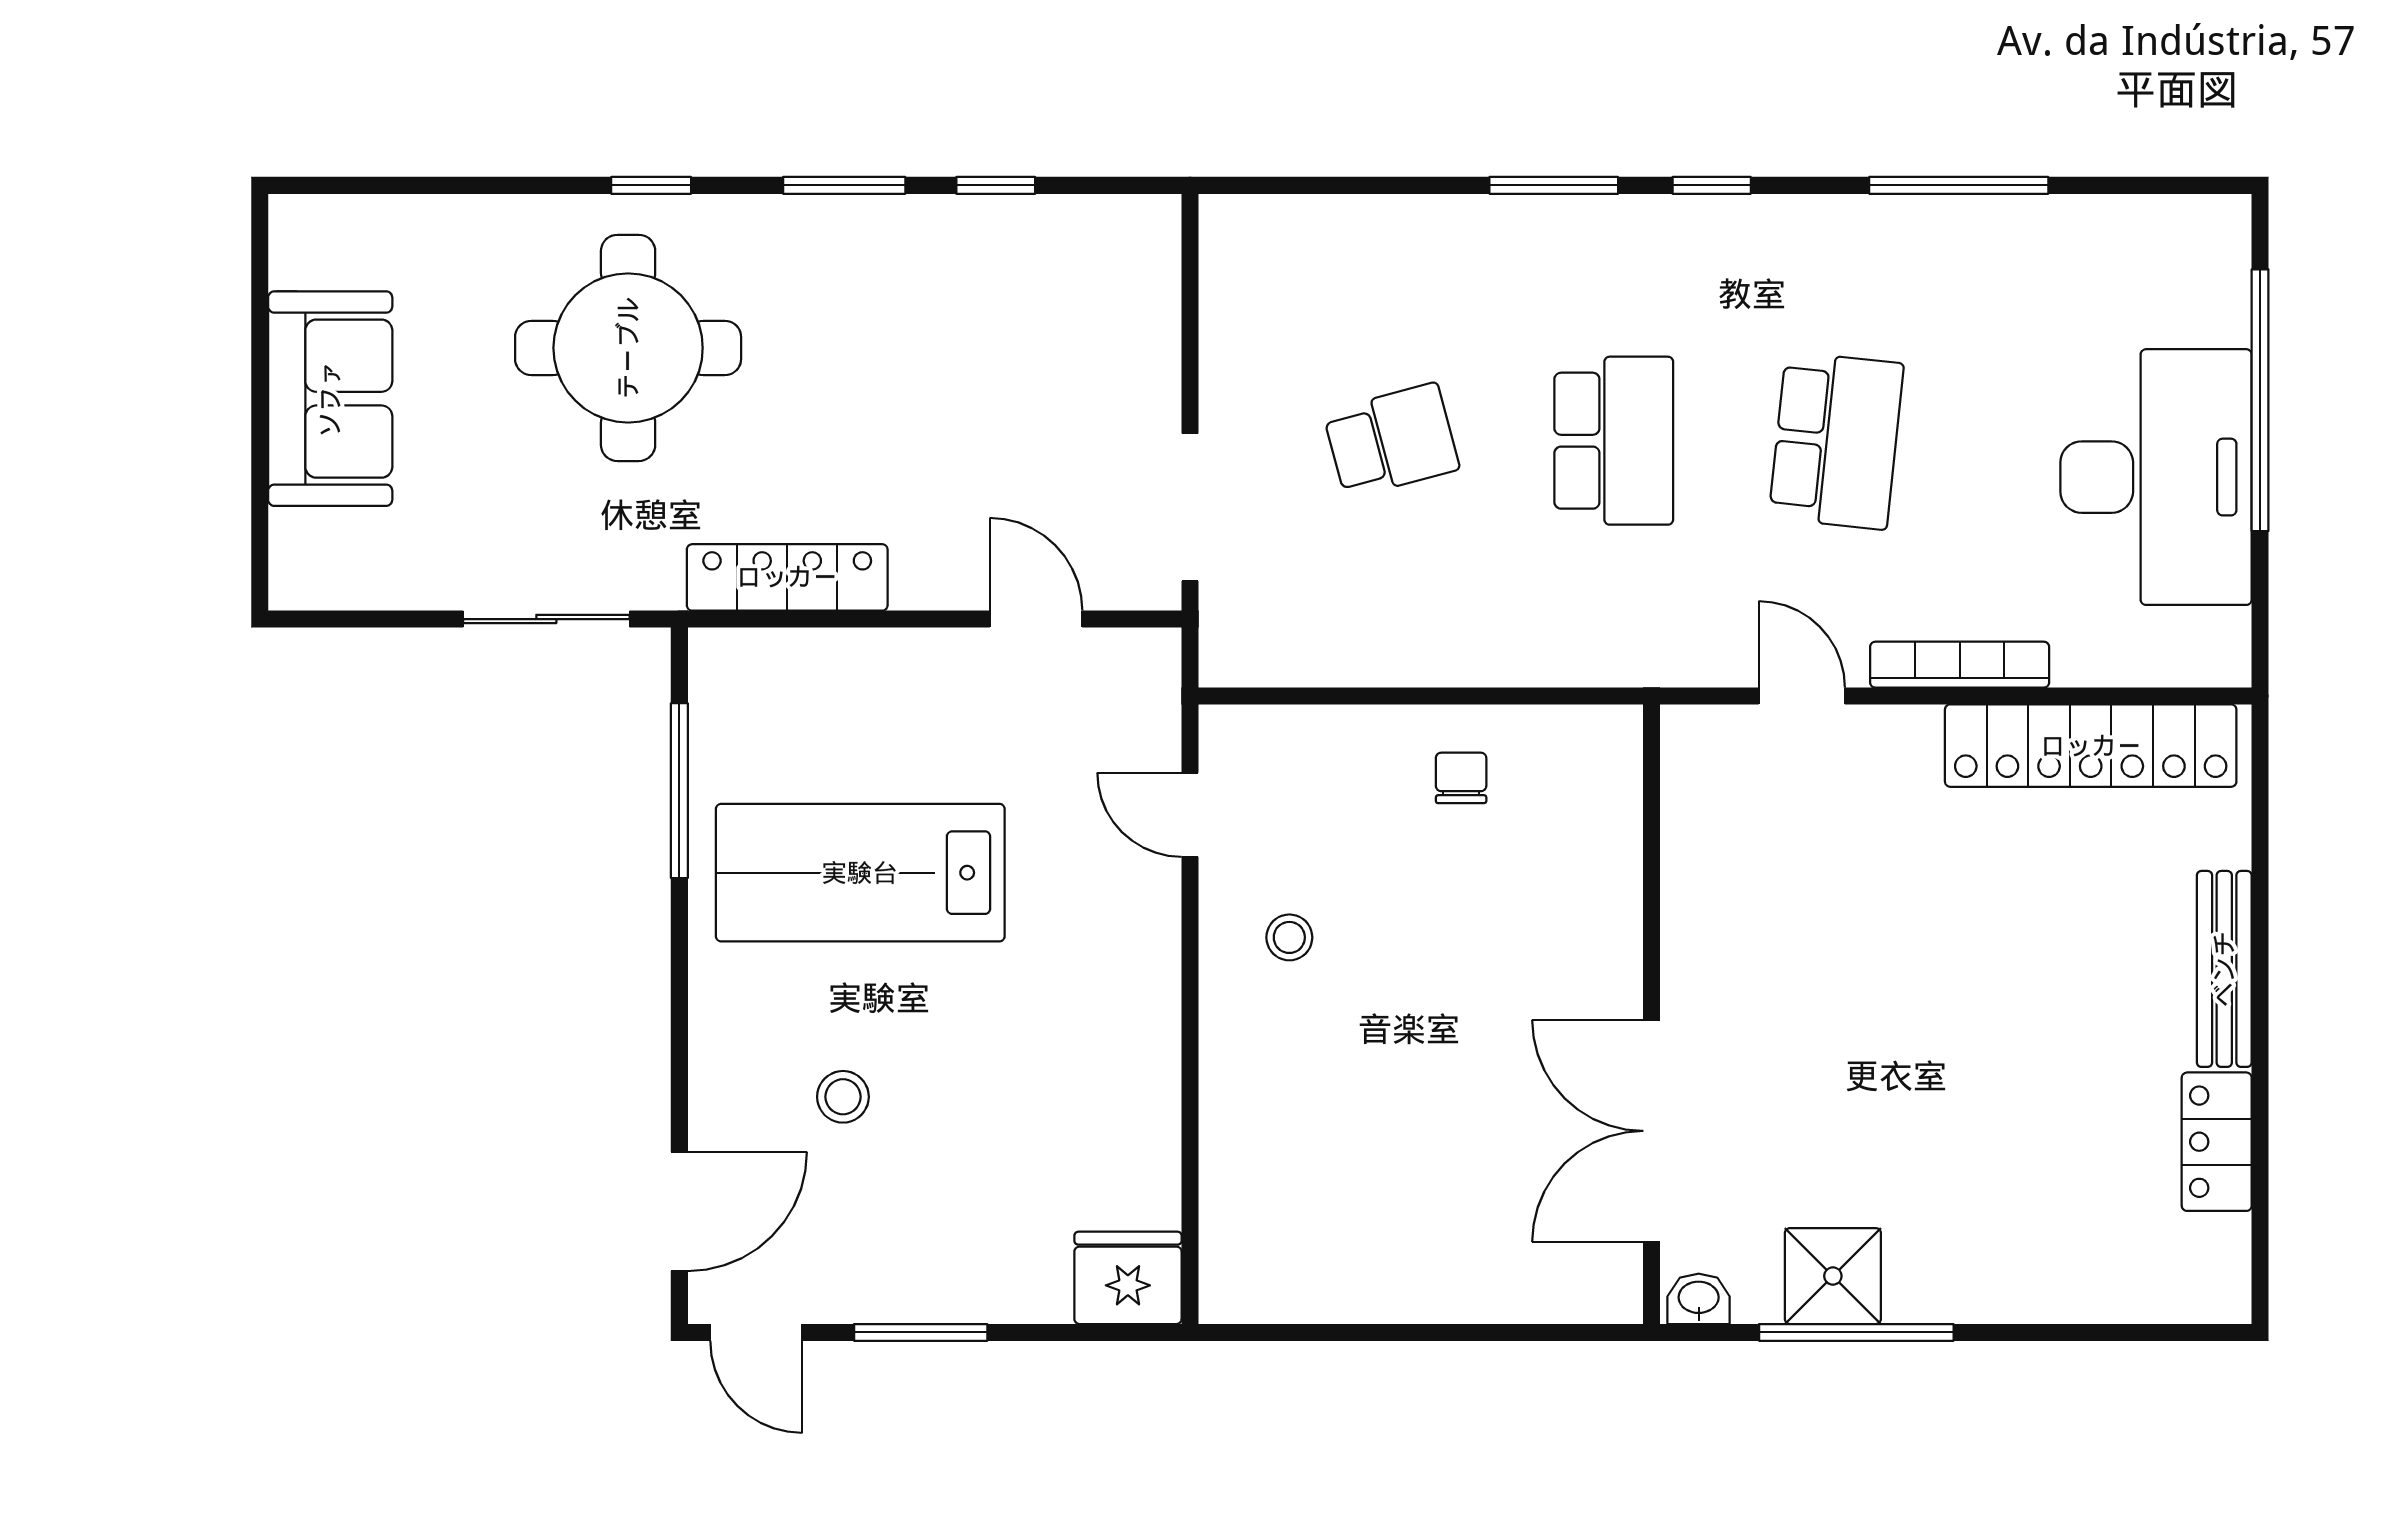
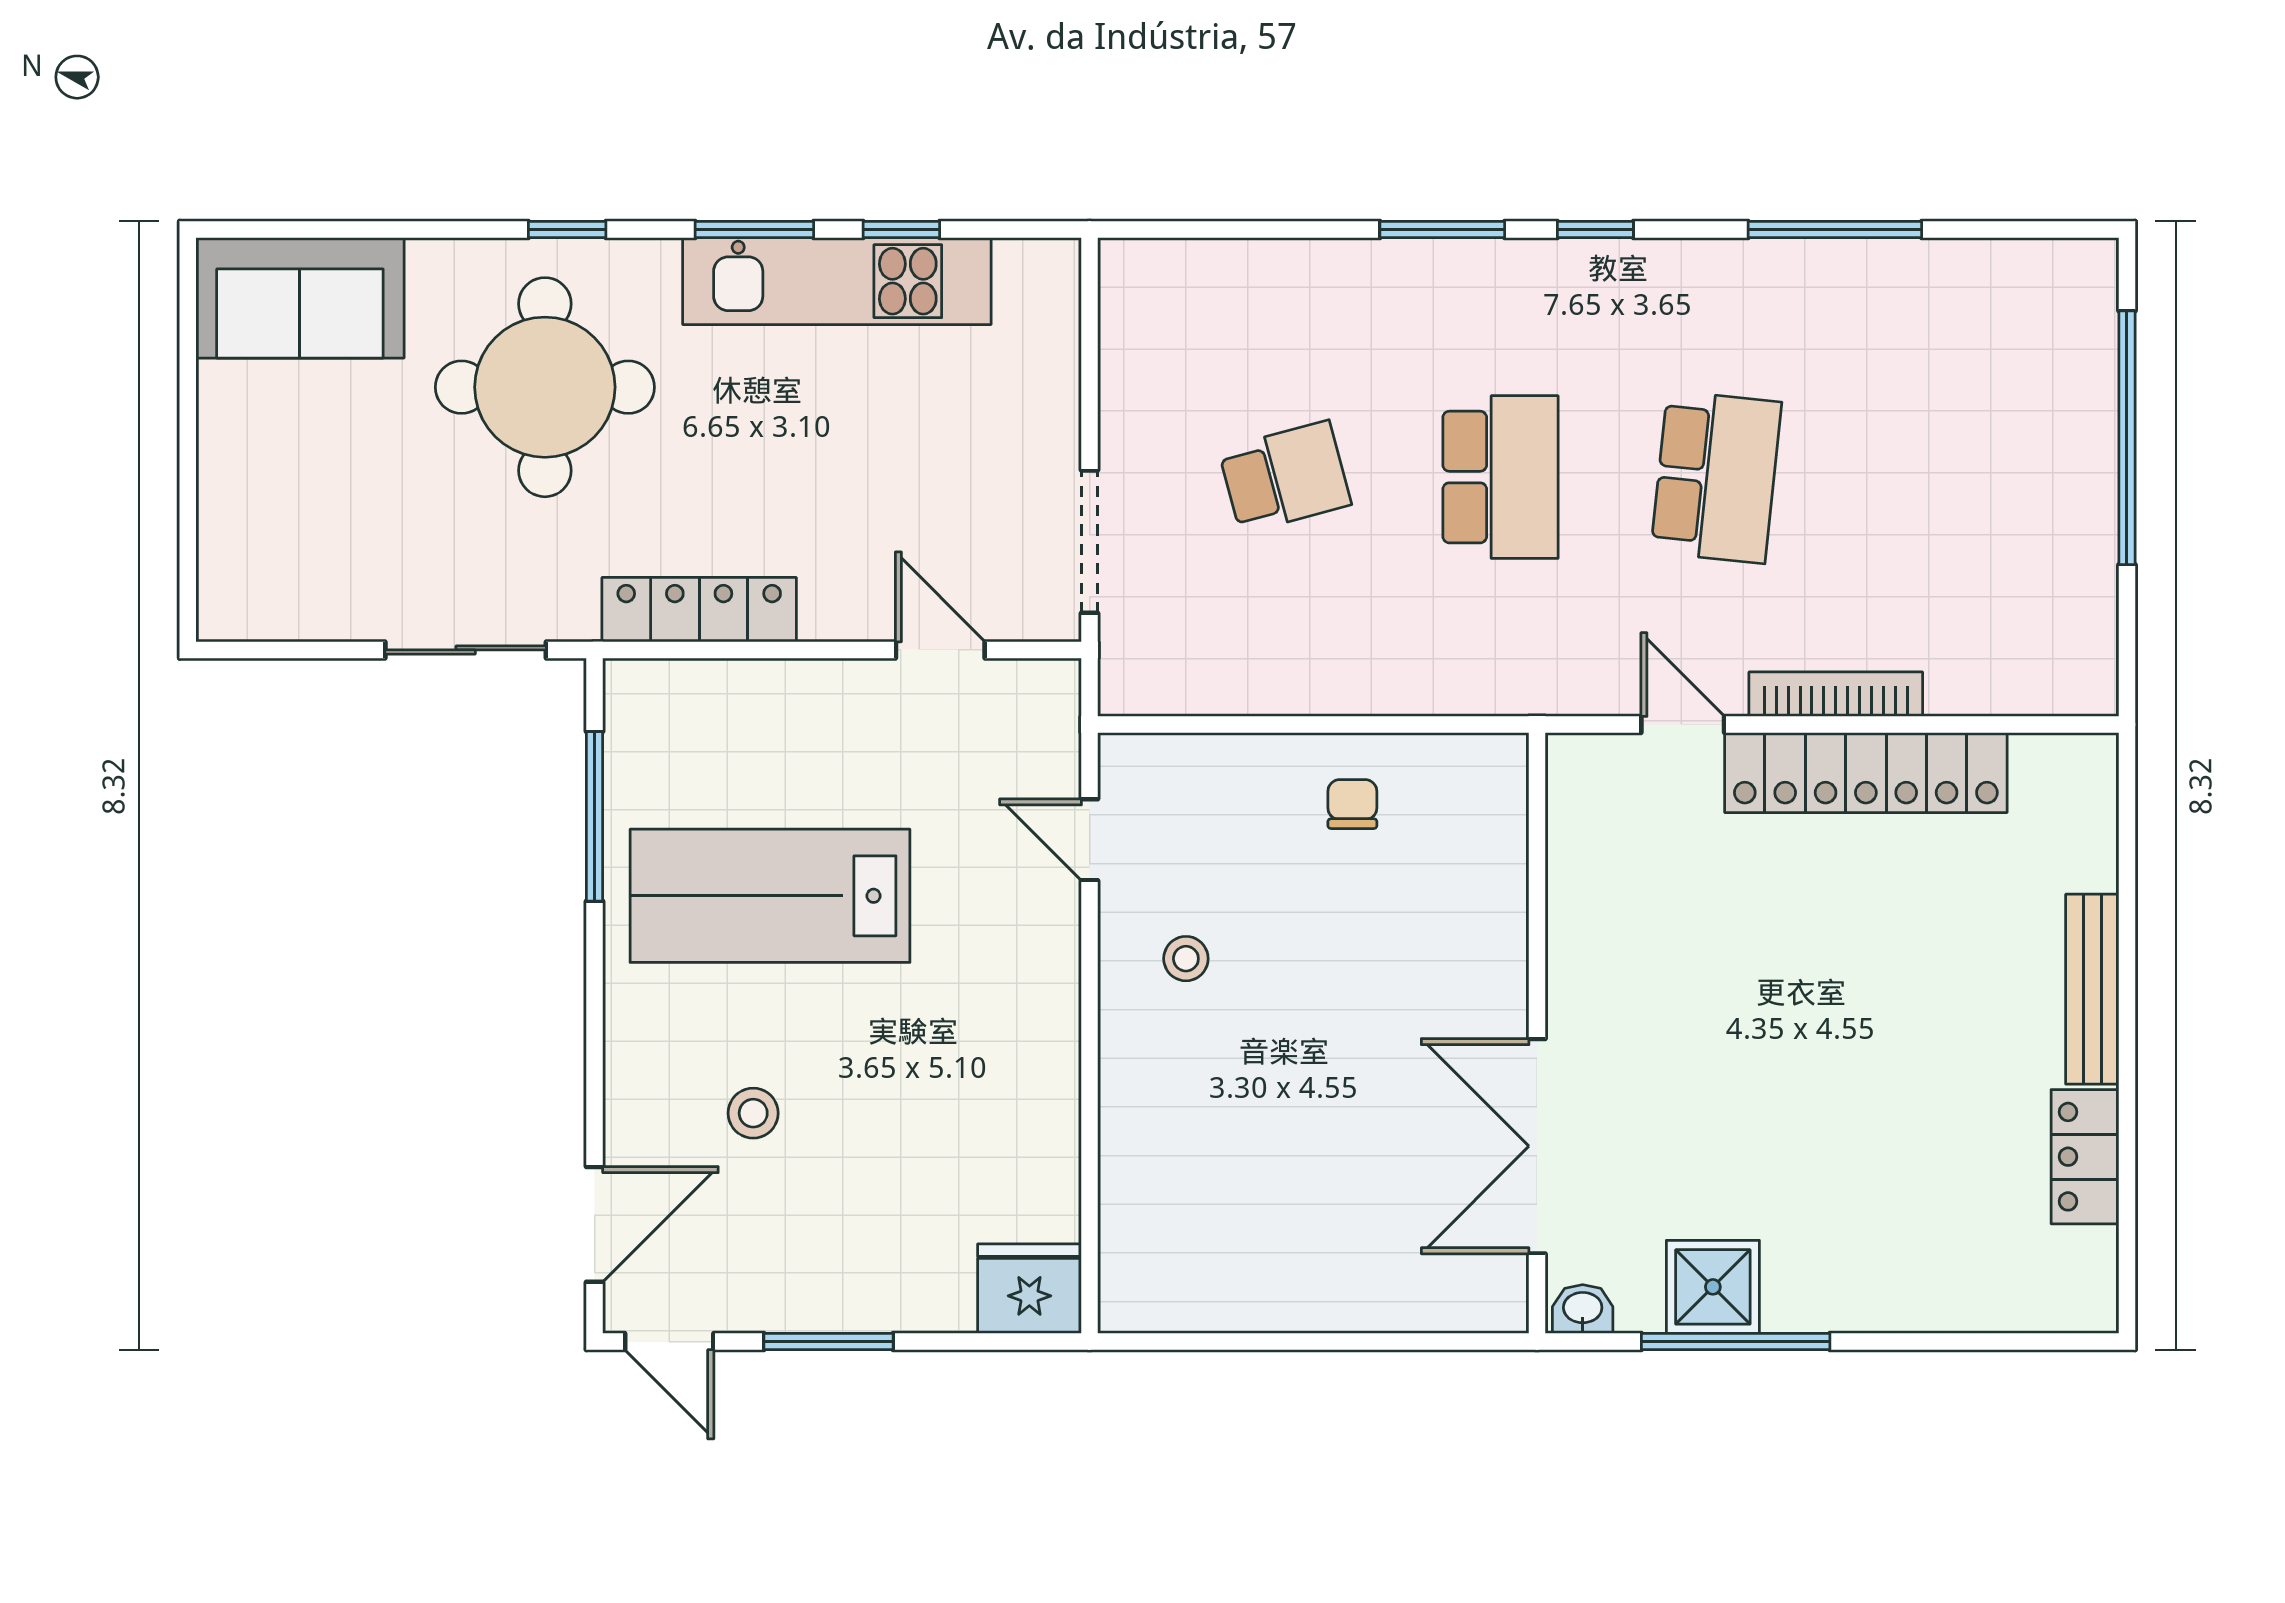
kitchen unit: (929, 239) -> (837, 281), added
sofa: (330, 399) -> (300, 298), moved, turned 90
desk: (2156, 477) -> (2026, 512), removed
locker: (2091, 746) -> (1866, 773), moved

